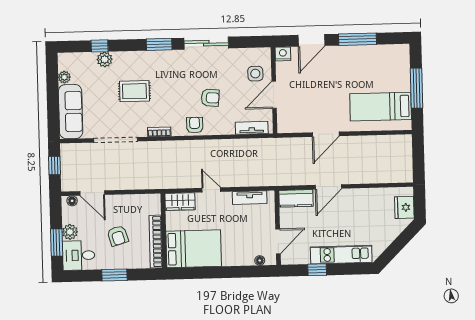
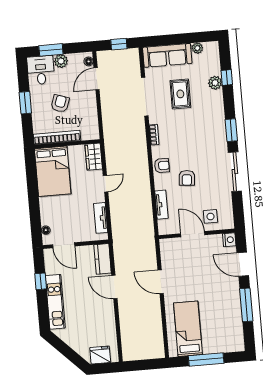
rug: (134, 91) -> (180, 94), moved
tv unit: (252, 128) -> (161, 205), moved
armchair: (118, 236) -> (60, 104), turned 126

